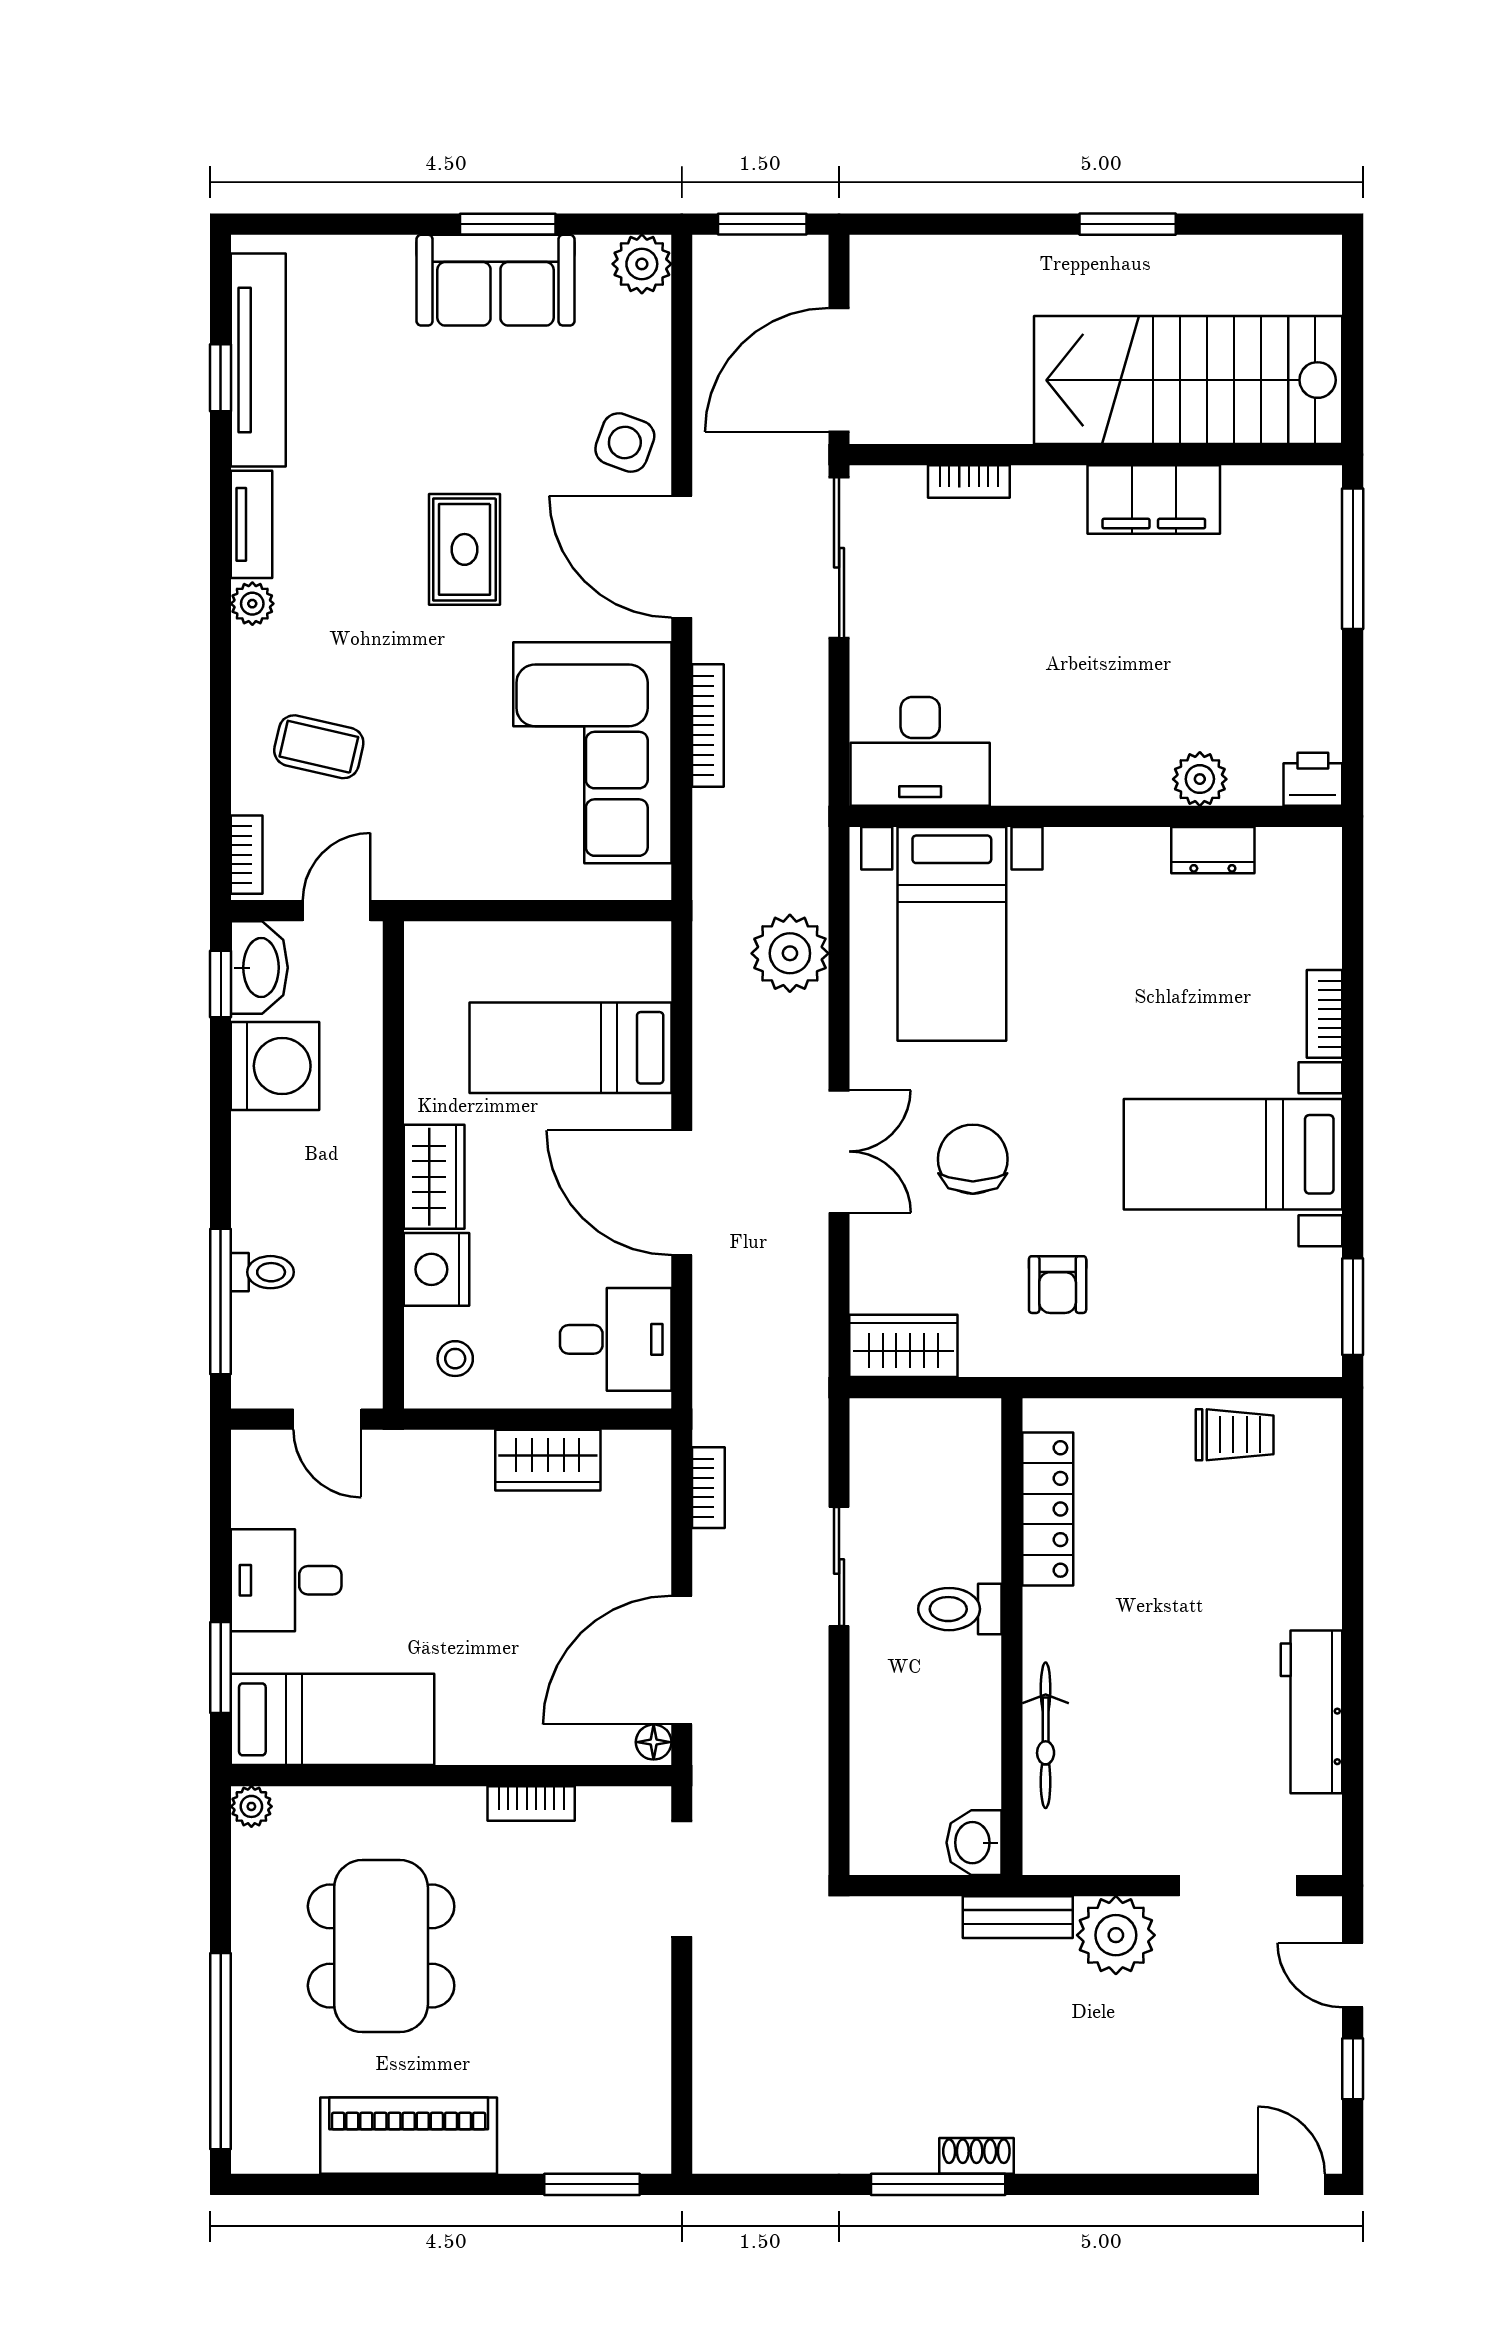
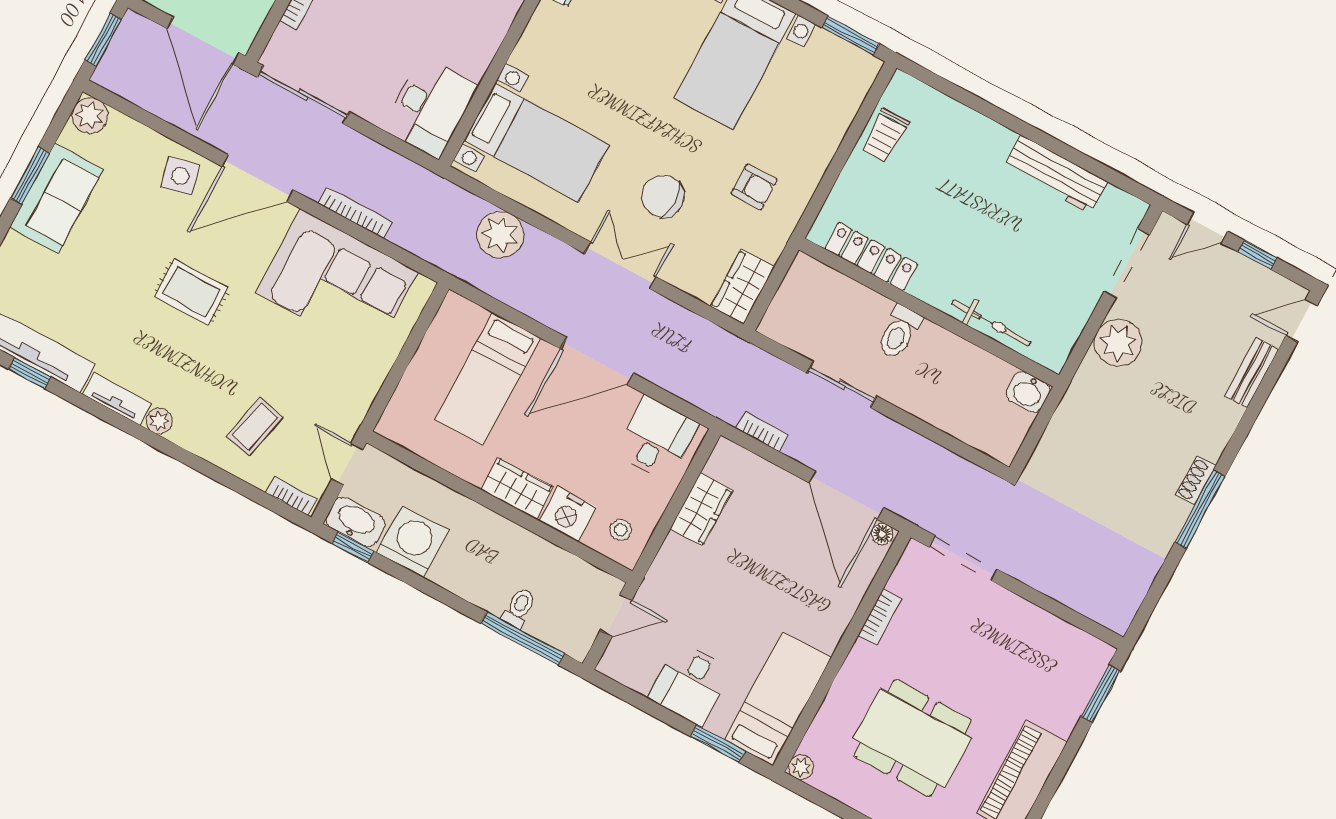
side table: (625, 442) -> (180, 176), turned -34
trolley: (1235, 1435) -> (885, 136), turned 180
bench: (1018, 1917) -> (1252, 373), moved

